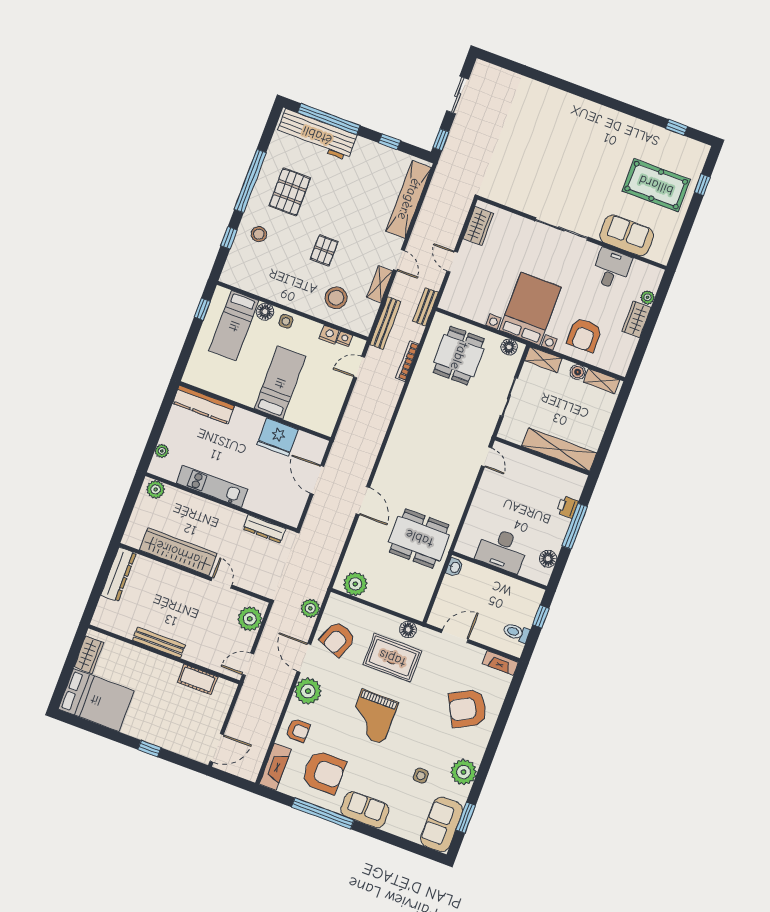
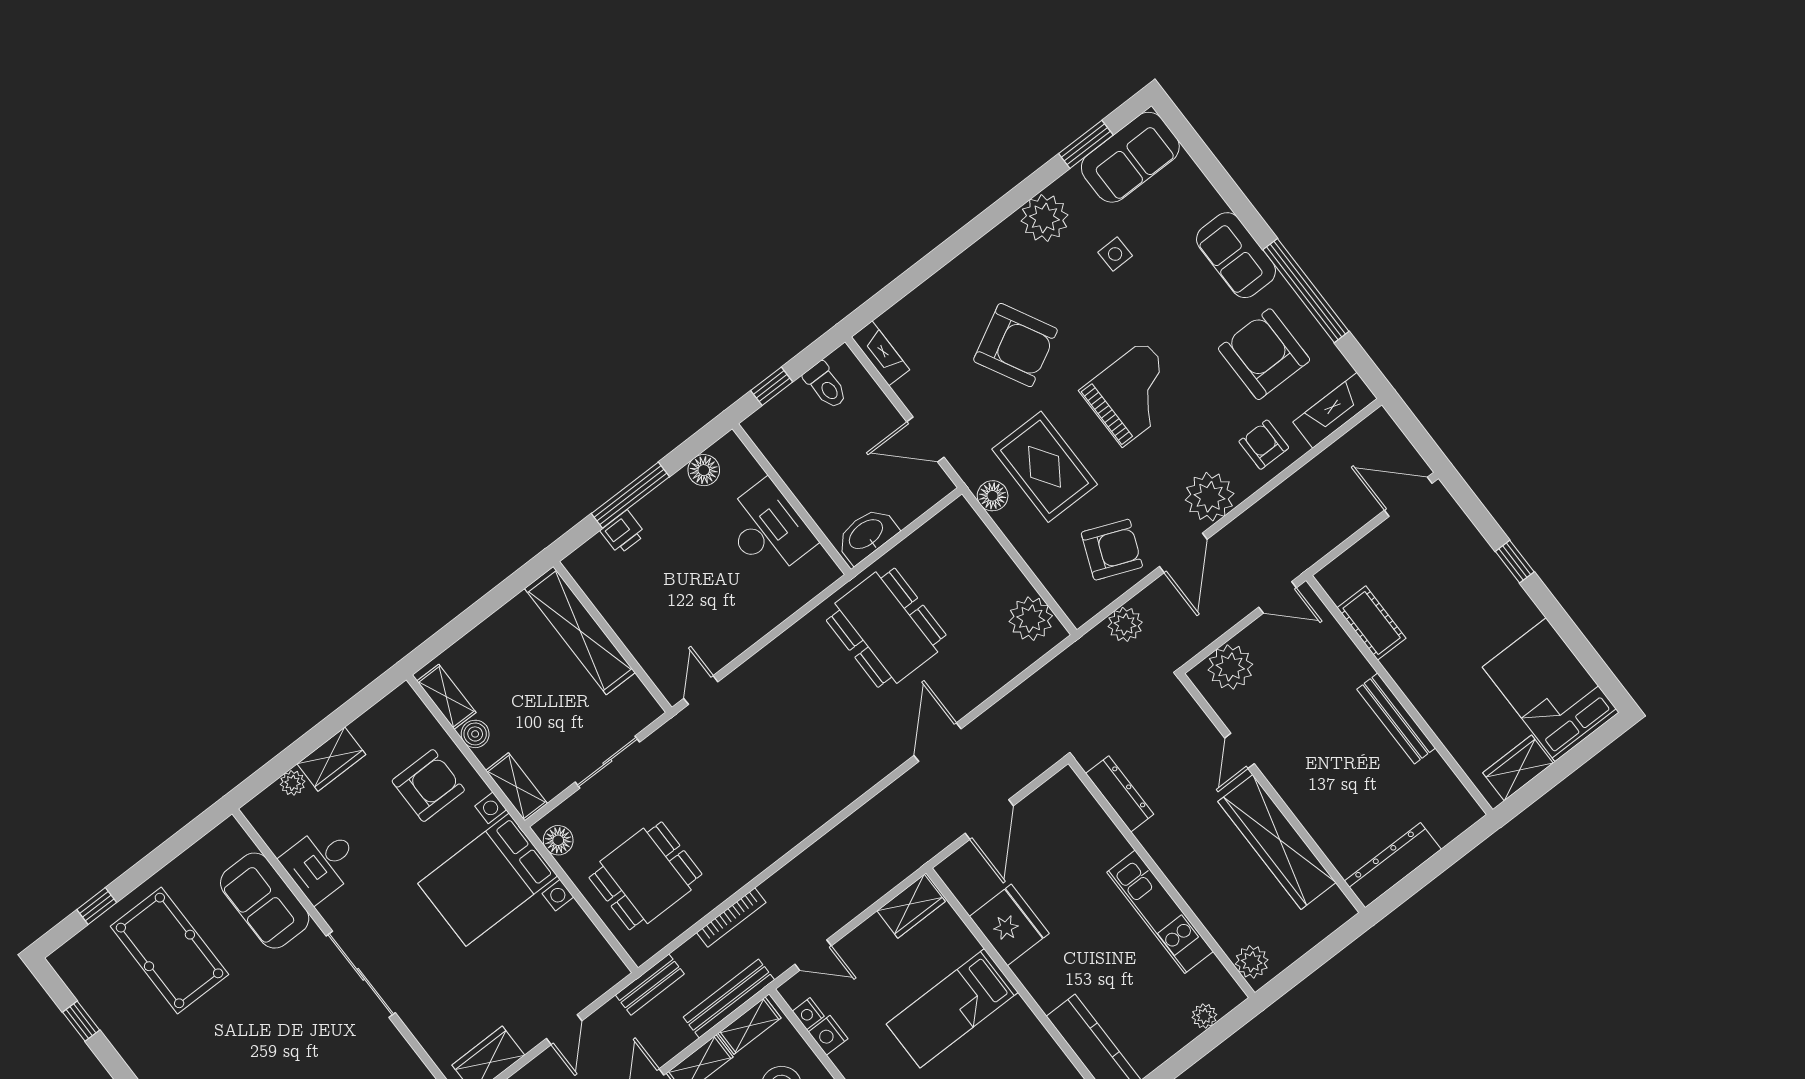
shelving: (368, 316) -> (749, 1026), added
wardrobe: (328, 418) -> (911, 906), added
washbasin: (455, 567) -> (867, 535), width x1.91, depth x1.45
armchair: (468, 709) -> (1015, 345), moved

